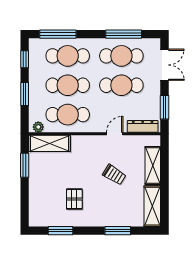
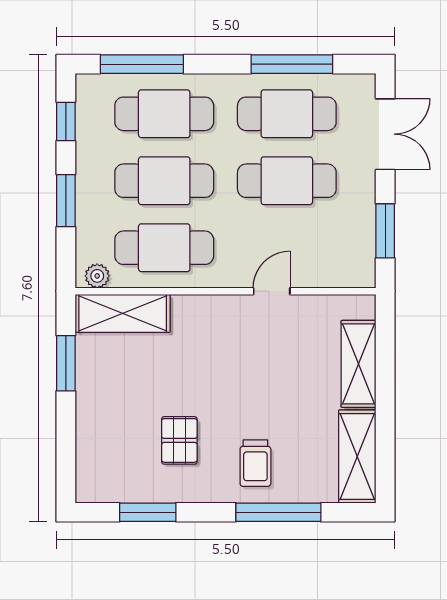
dresser: (143, 126) -> (335, 275), removed
trolley: (114, 175) -> (255, 463), moved, turned 58
window: (118, 231) -> (278, 512), width x1.44

